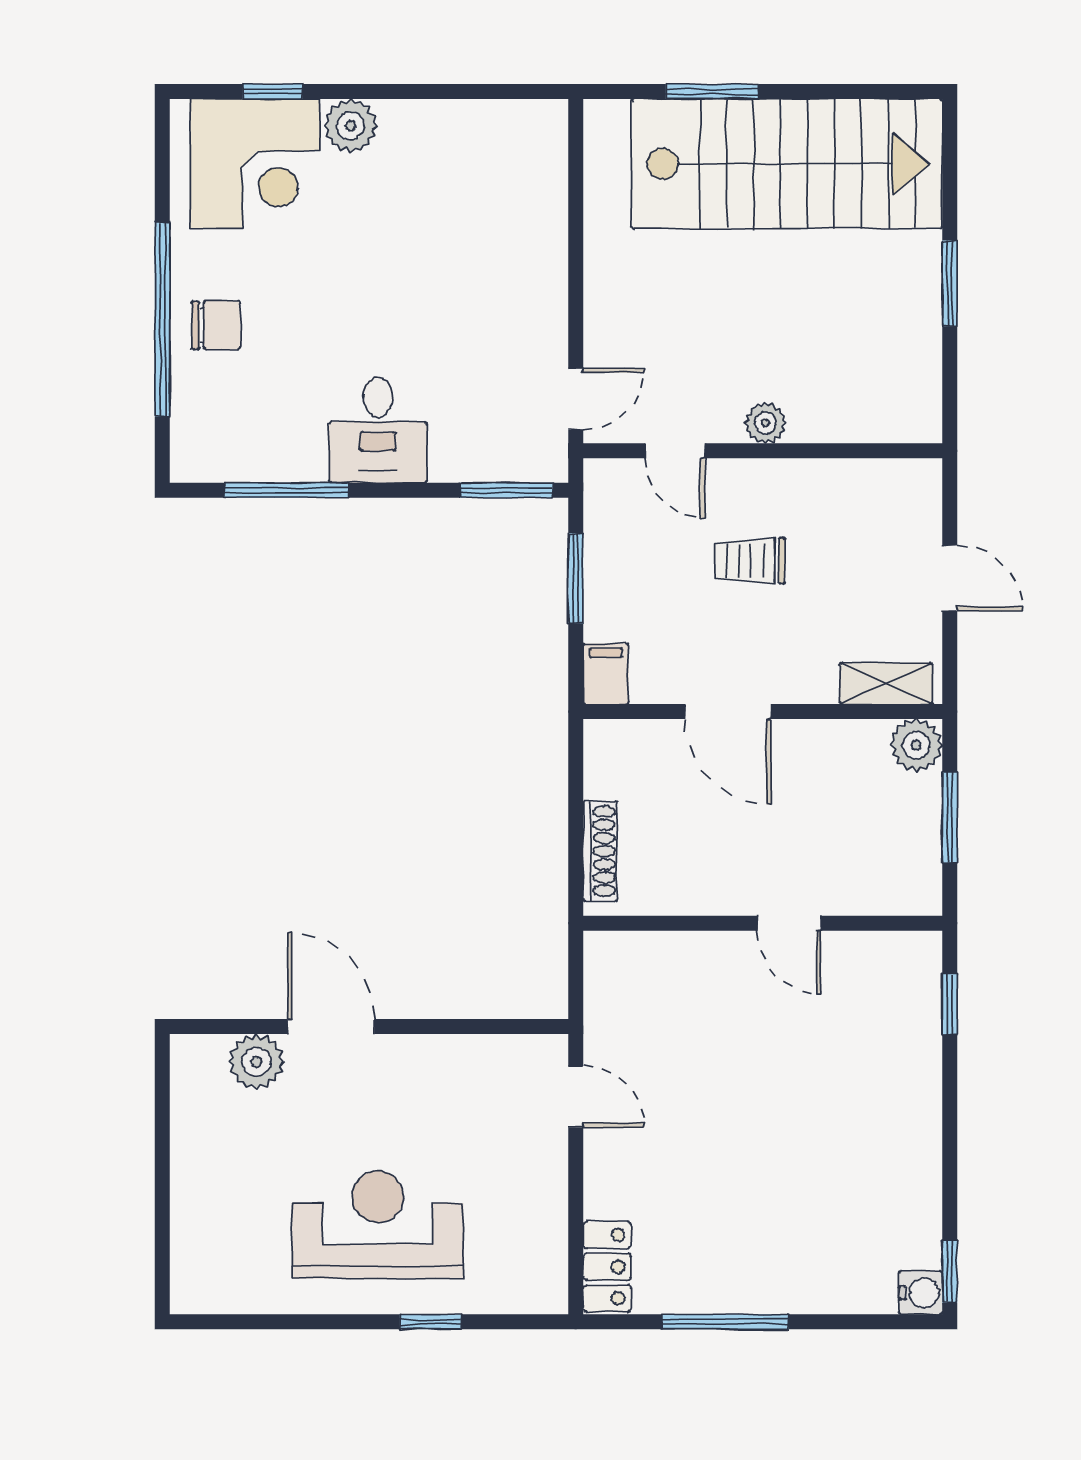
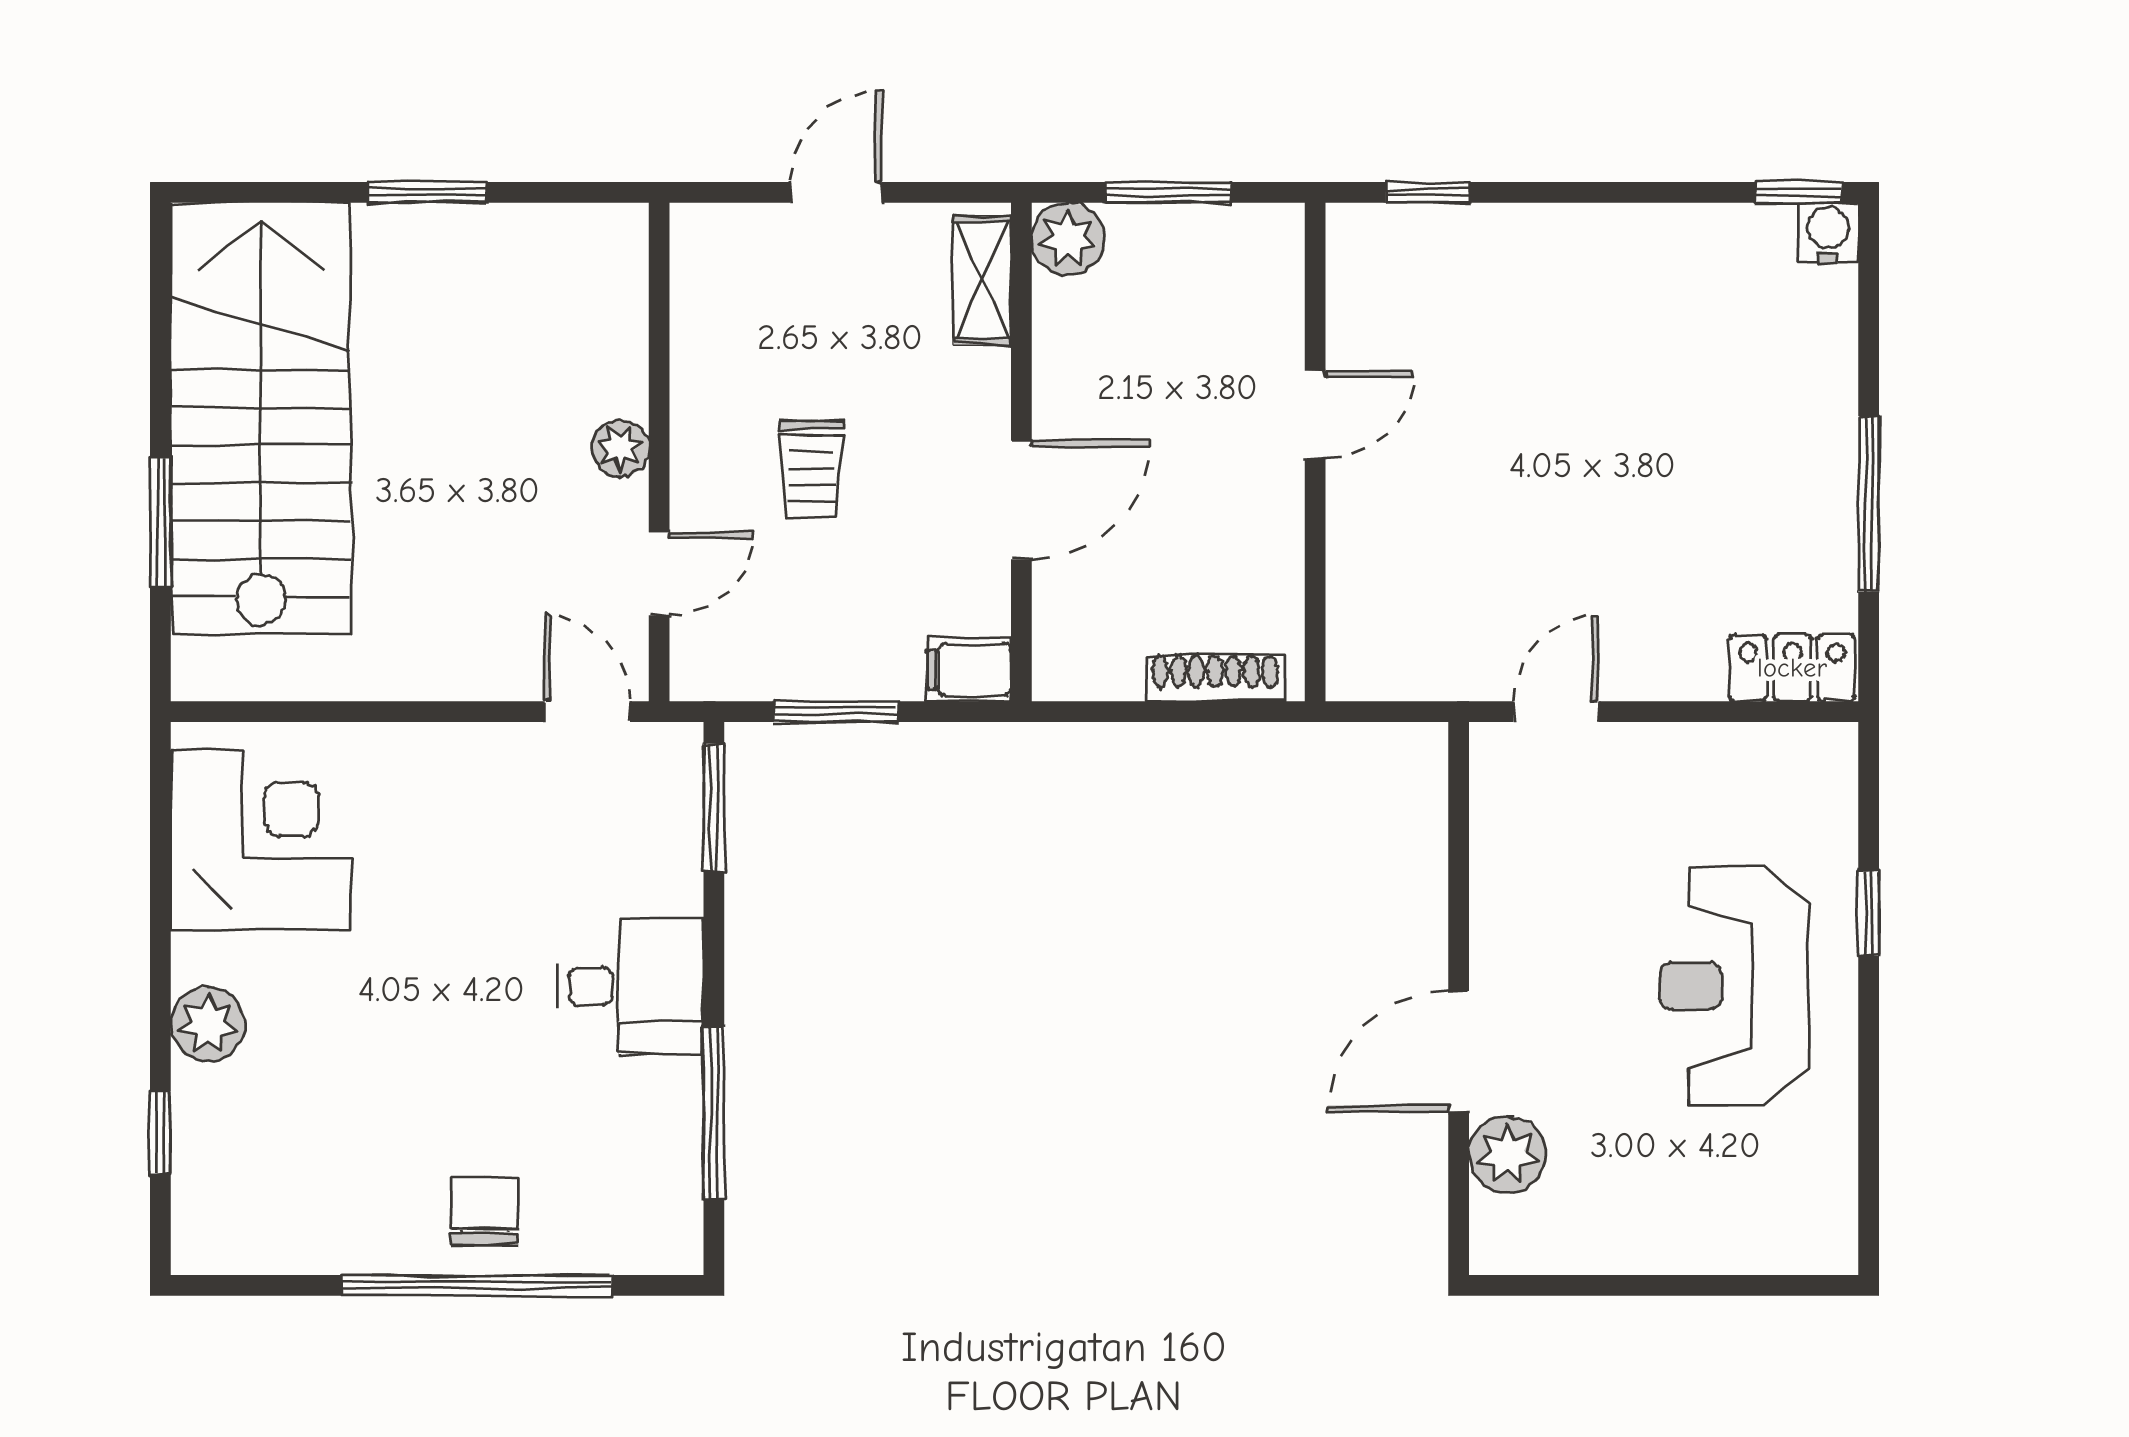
corner desk: (255, 164) -> (261, 840), moved

